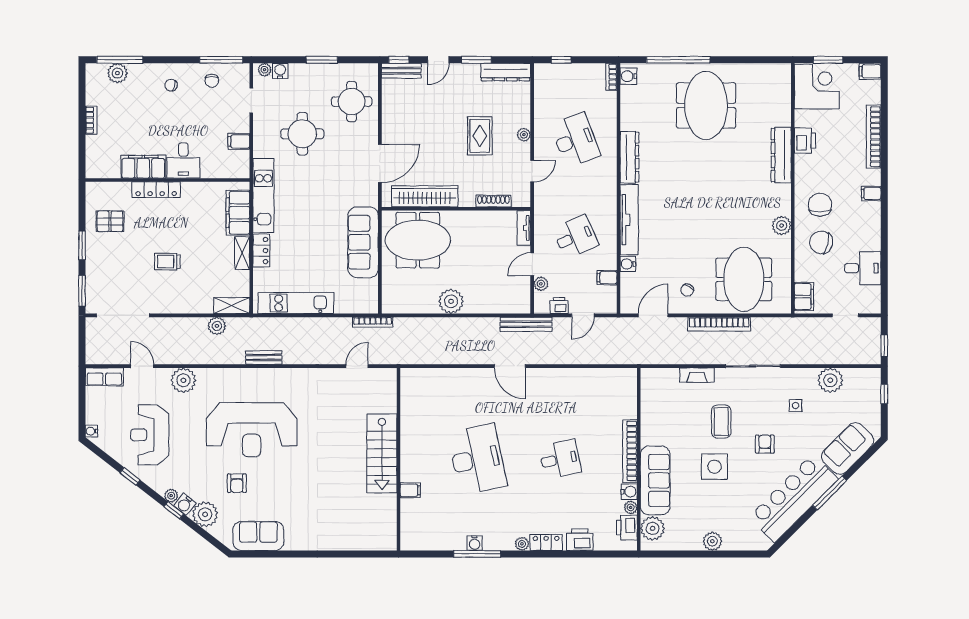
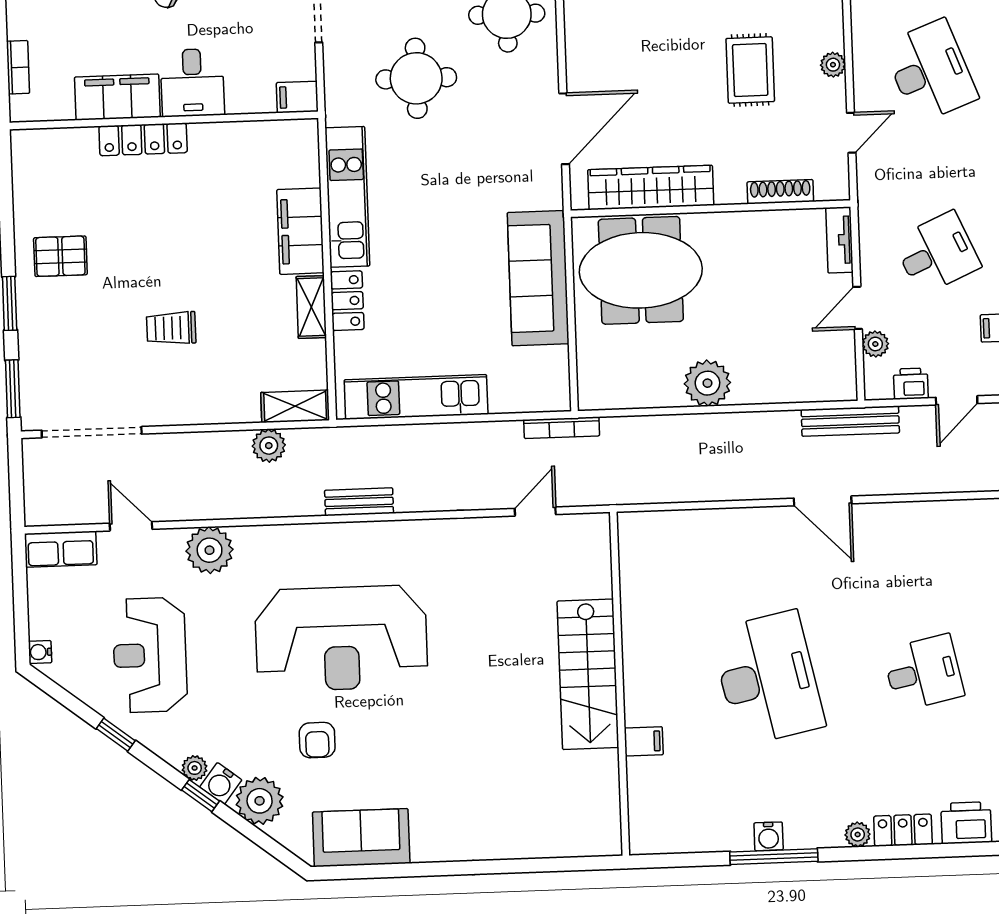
desk: (183, 160) -> (192, 83), moved
filing cabinet: (143, 167) -> (117, 97), moved
wall: (168, 180) -> (164, 120), moved
locker: (156, 190) -> (143, 139), moved

